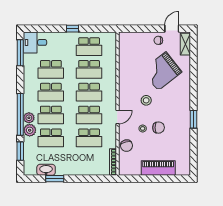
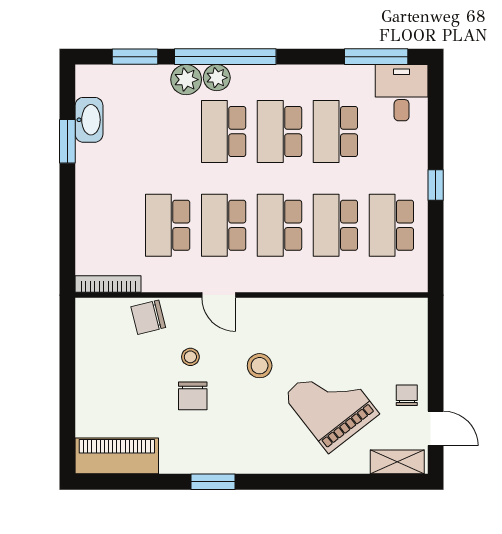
school desk: (51, 138) -> (168, 132), removed
piano: (158, 168) -> (117, 456), moved, turned -90

